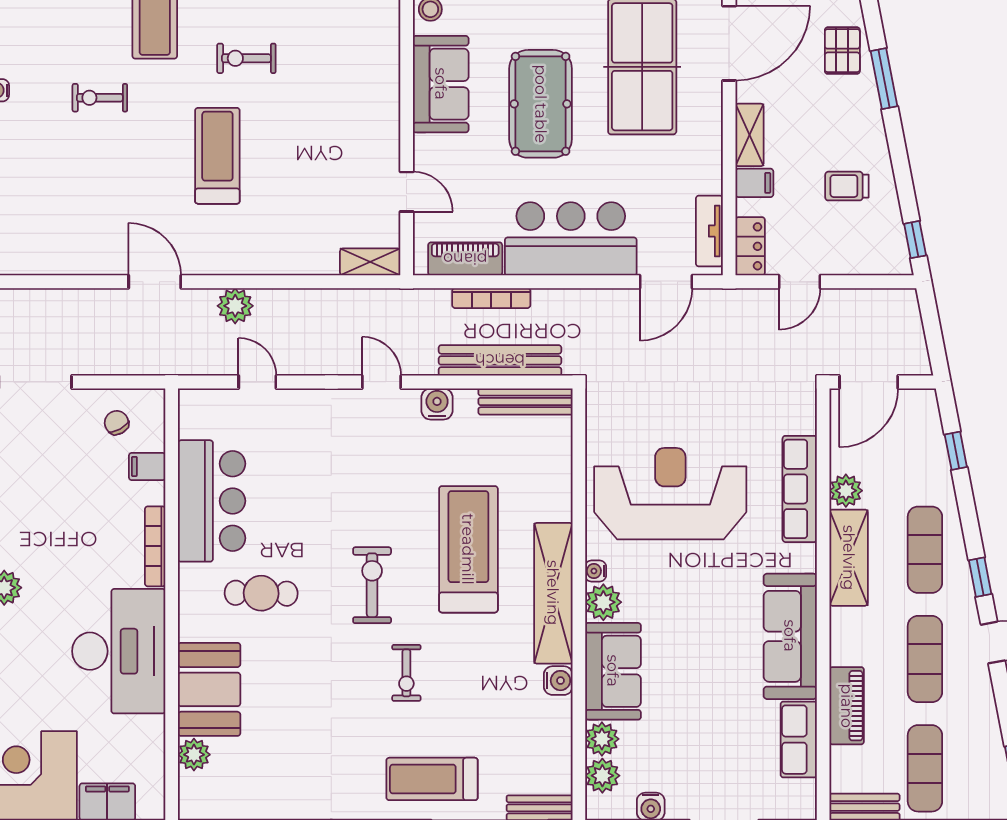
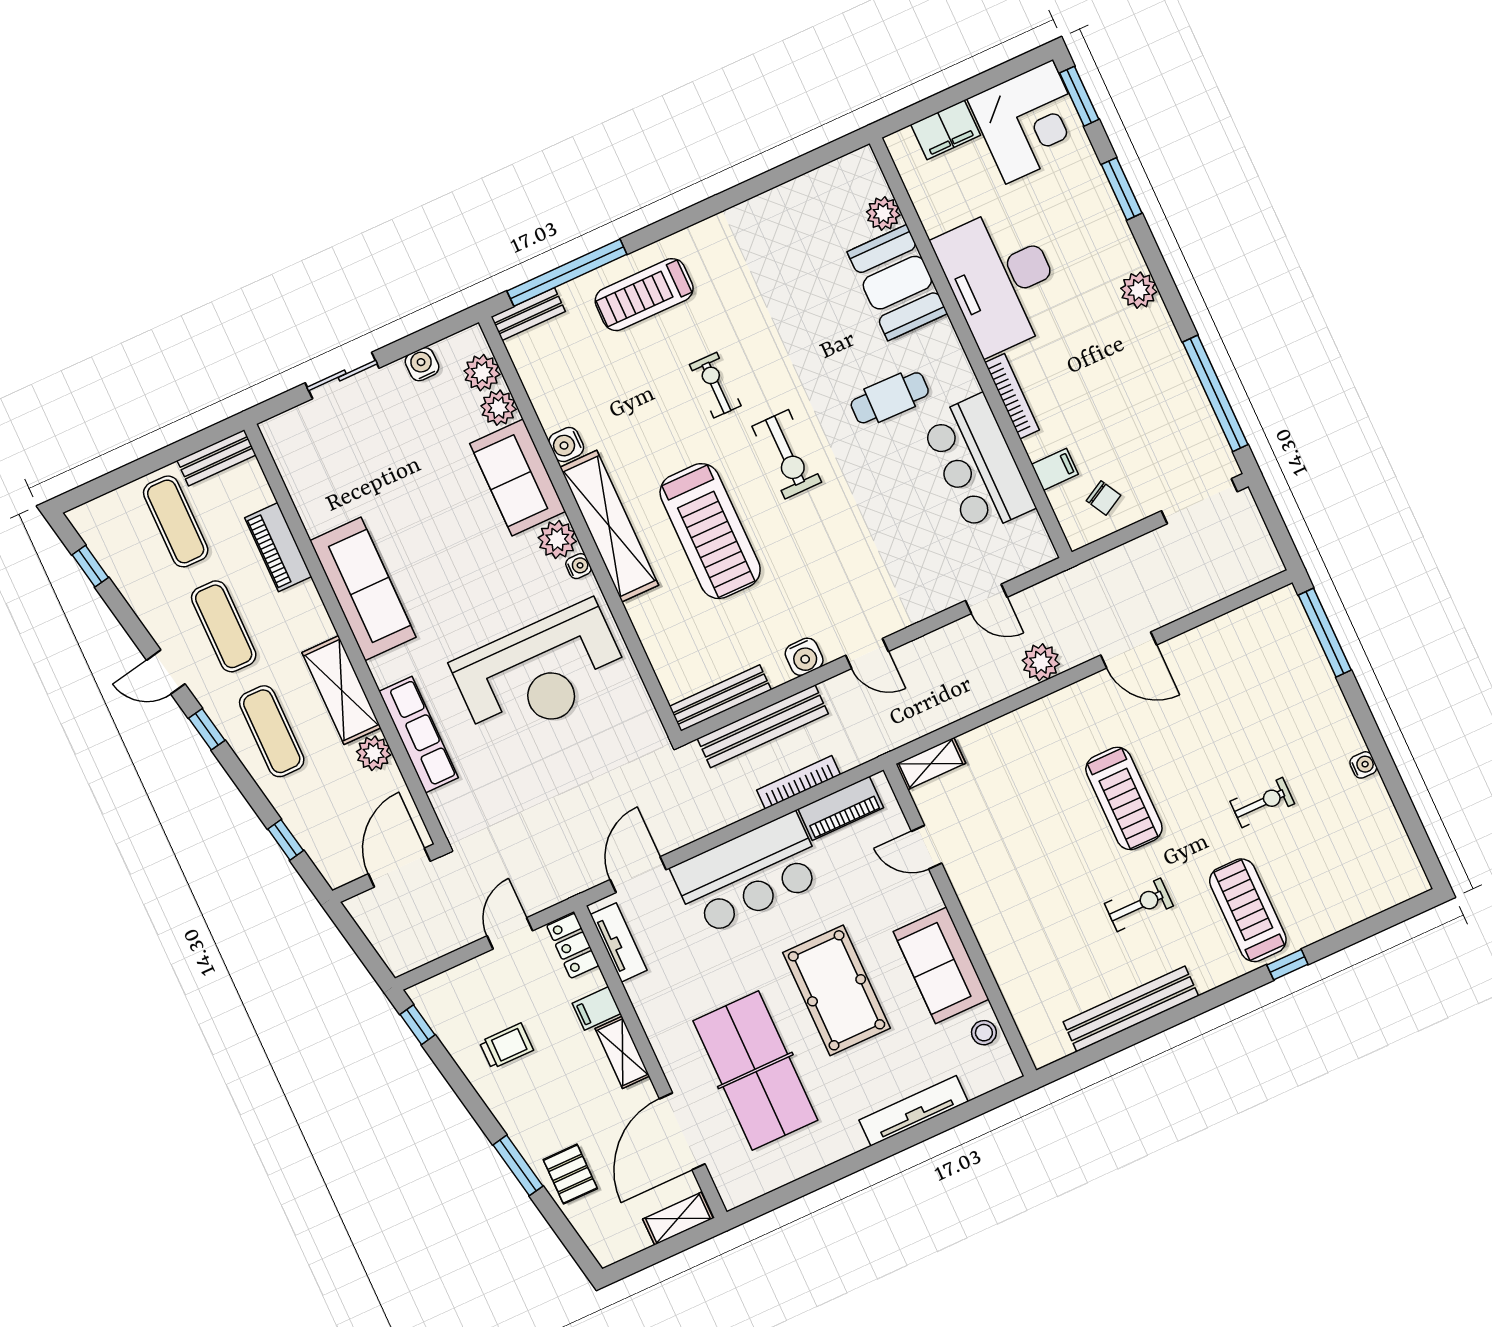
row of seats: (799, 740) -> (309, 494), removed
treadmill: (432, 779) -> (644, 295), turned 180

